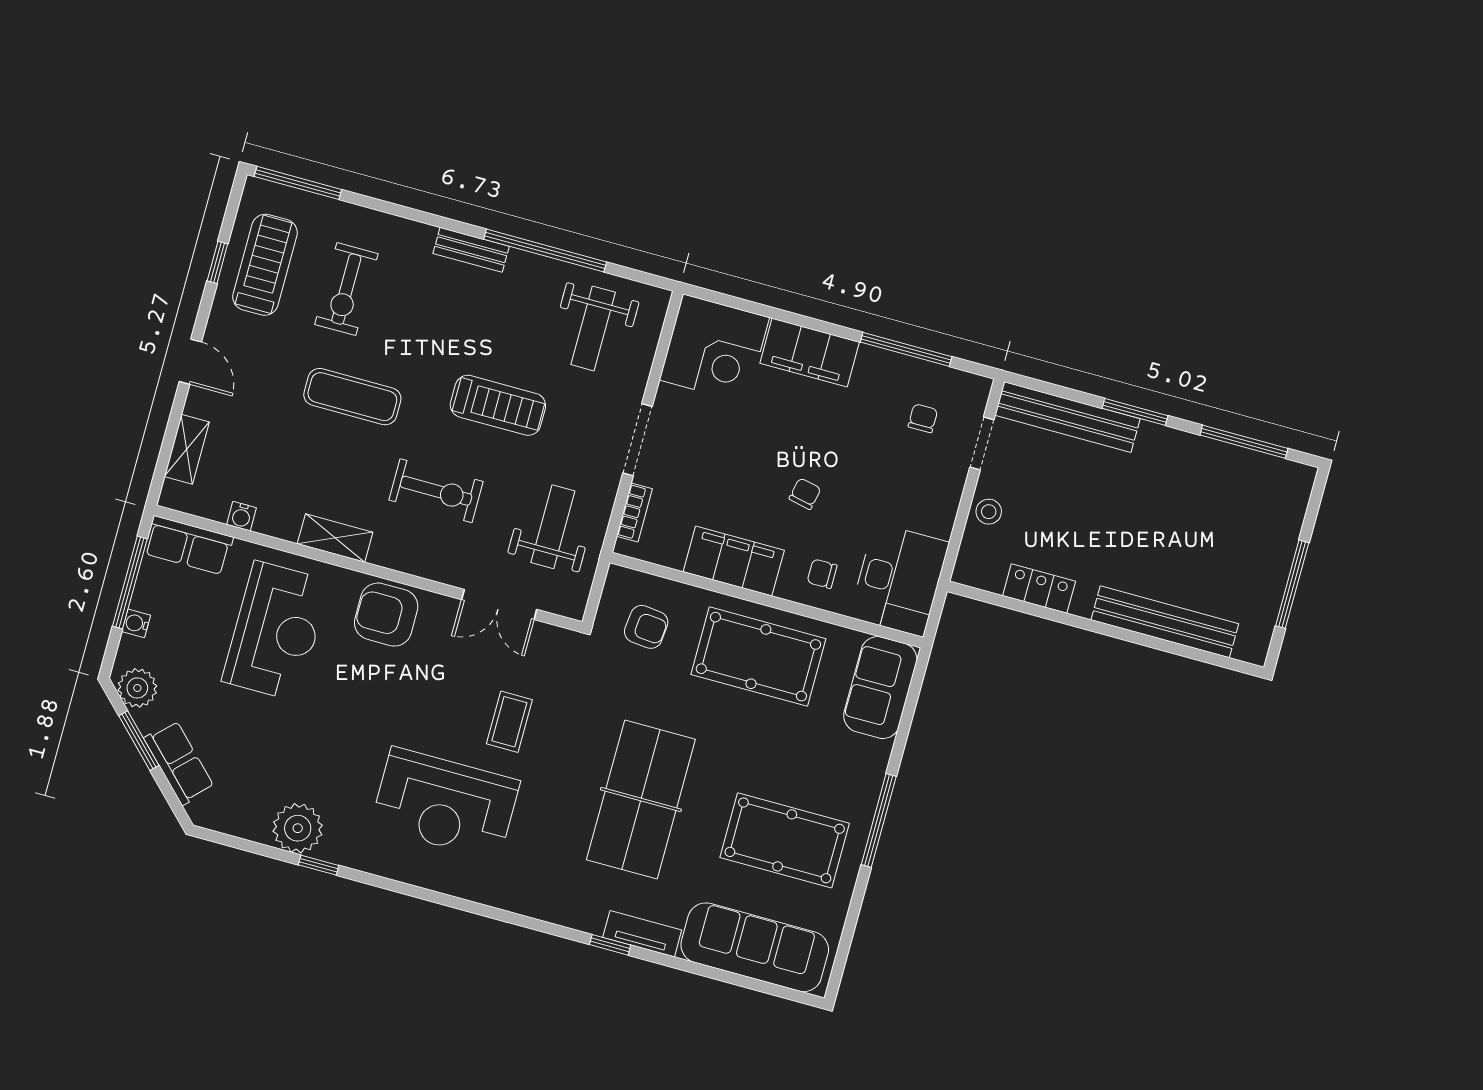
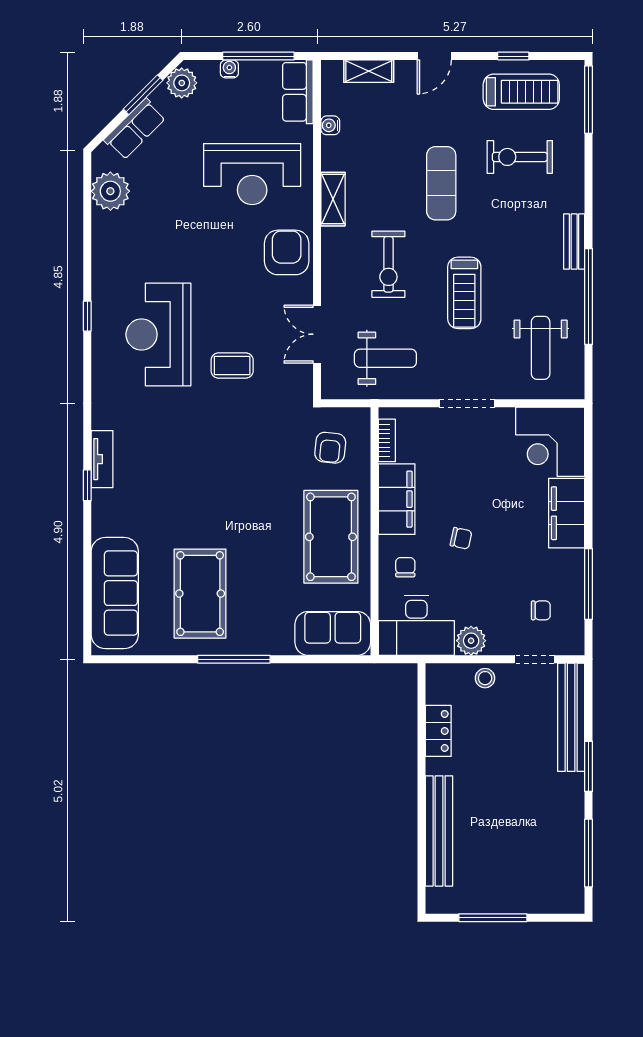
weight bench: (593, 328) -> (541, 348), turned -90
bookcase: (634, 512) -> (387, 440), moved, turned -90
plant: (937, 516) -> (471, 641), added
table tennis table: (641, 800) -> (201, 479), removed
plant: (298, 828) -> (110, 191), moved
window: (319, 865) -> (87, 316), moved
tv unit: (642, 934) -> (102, 459), moved

